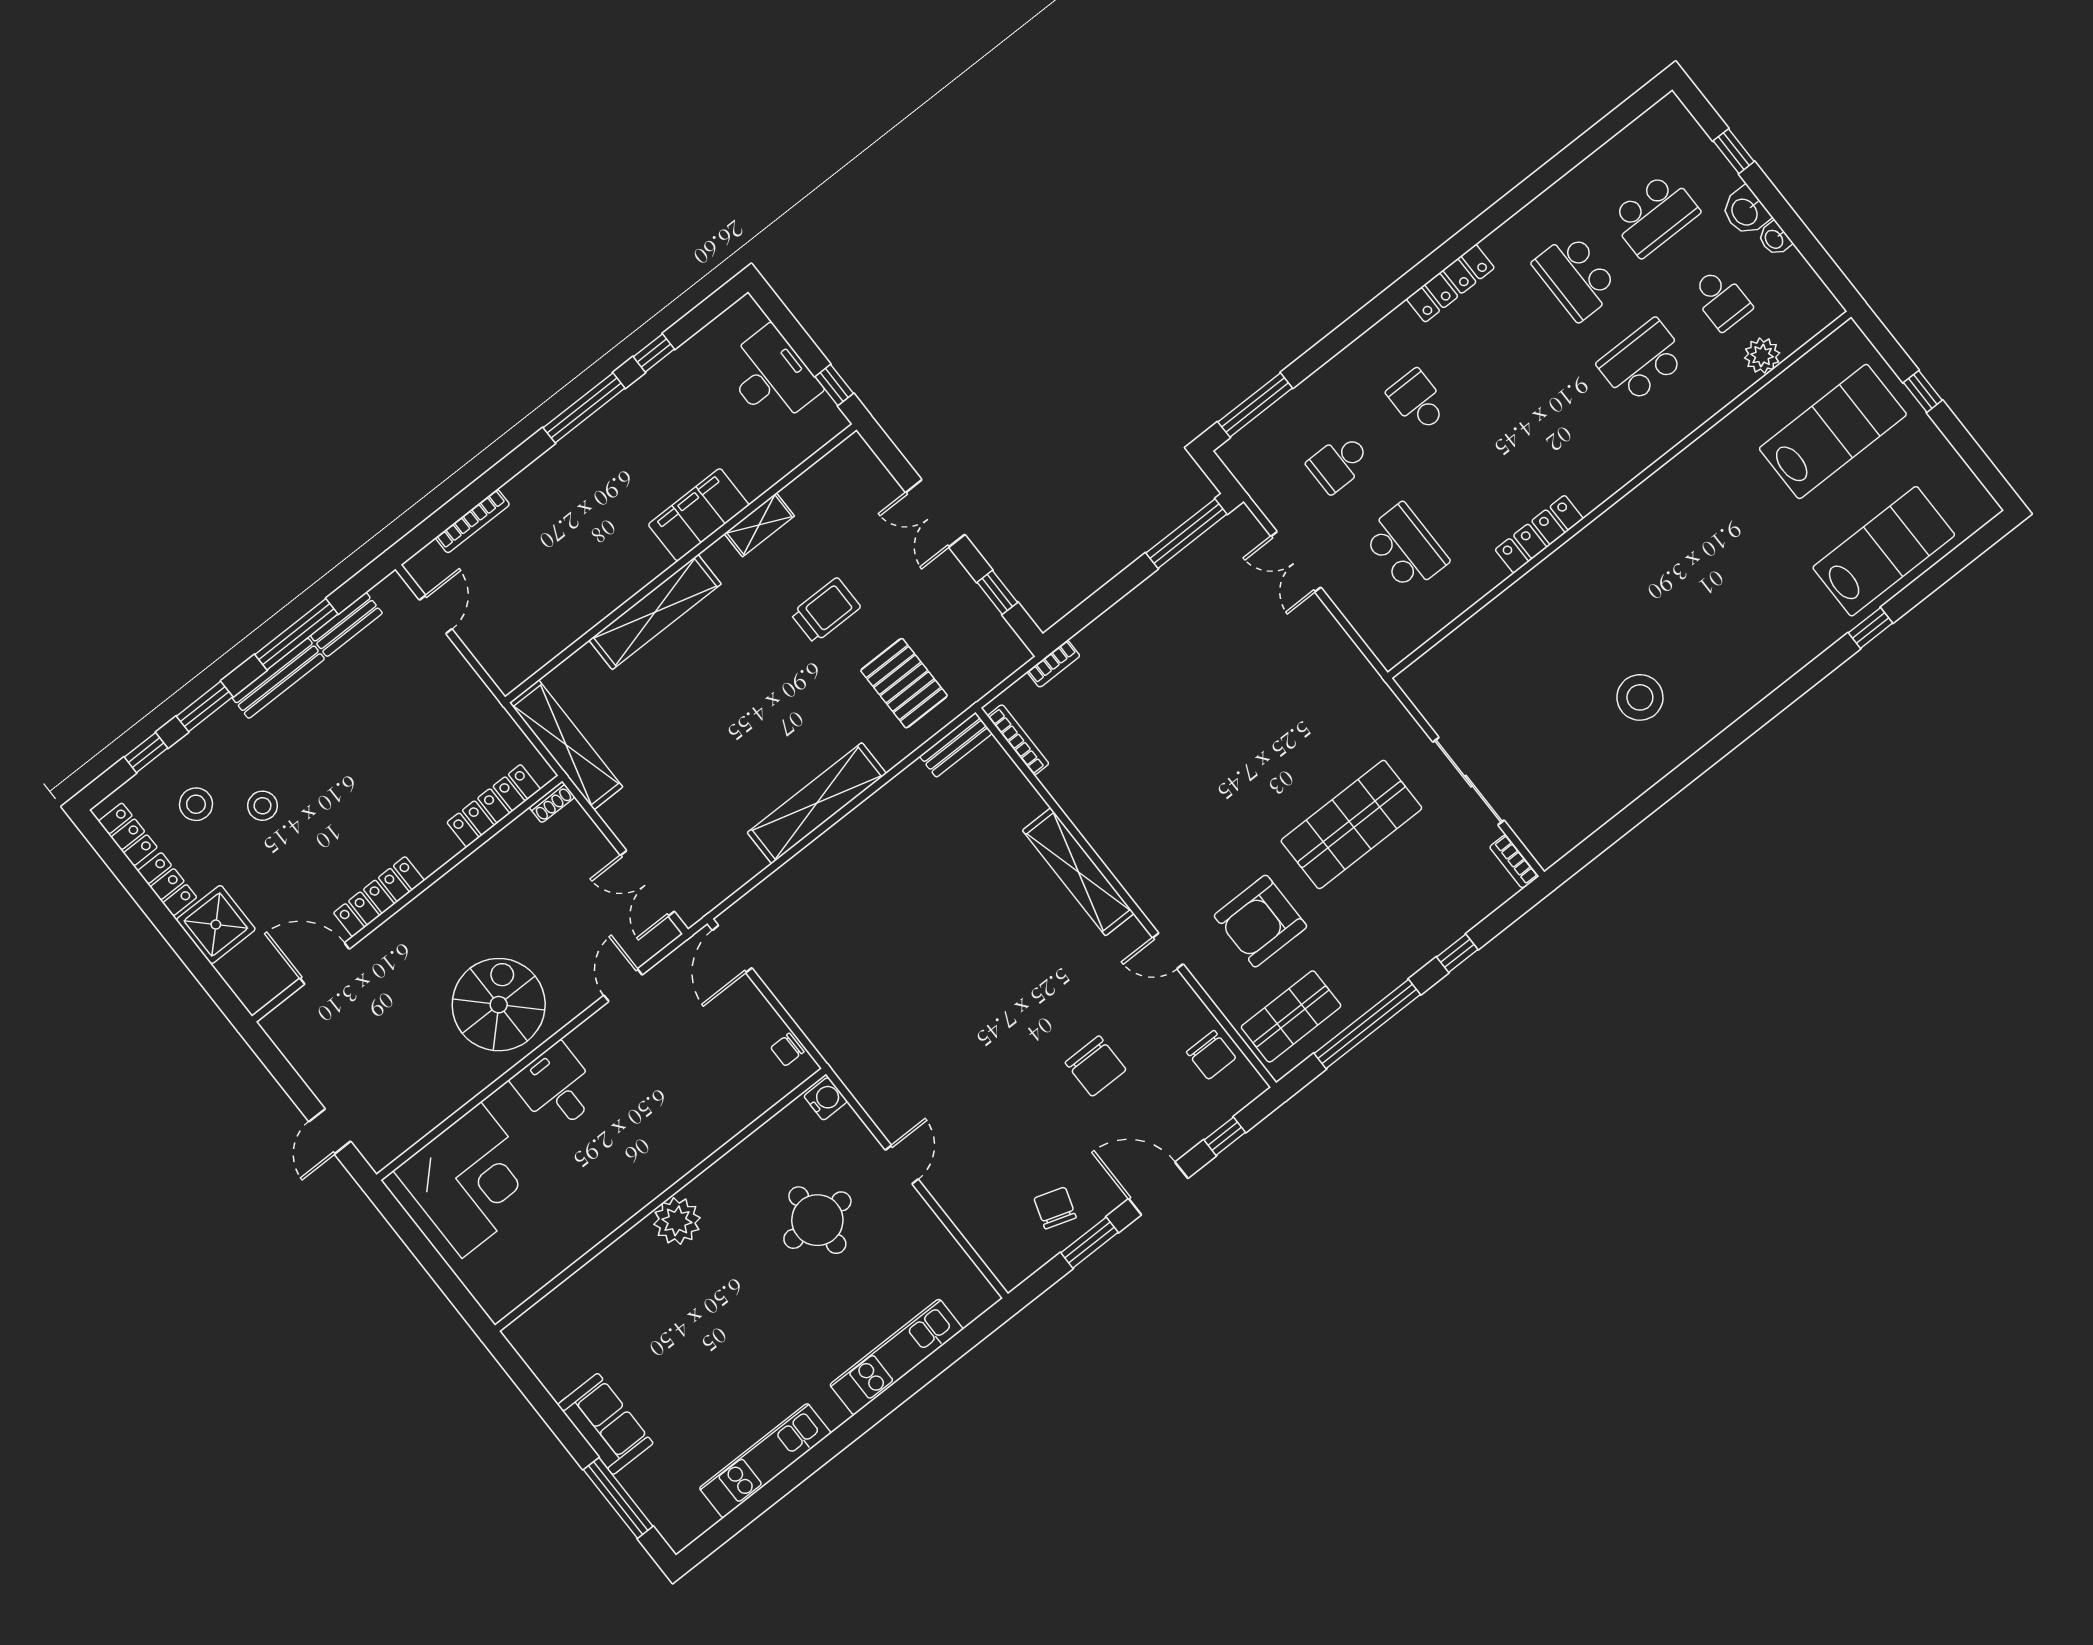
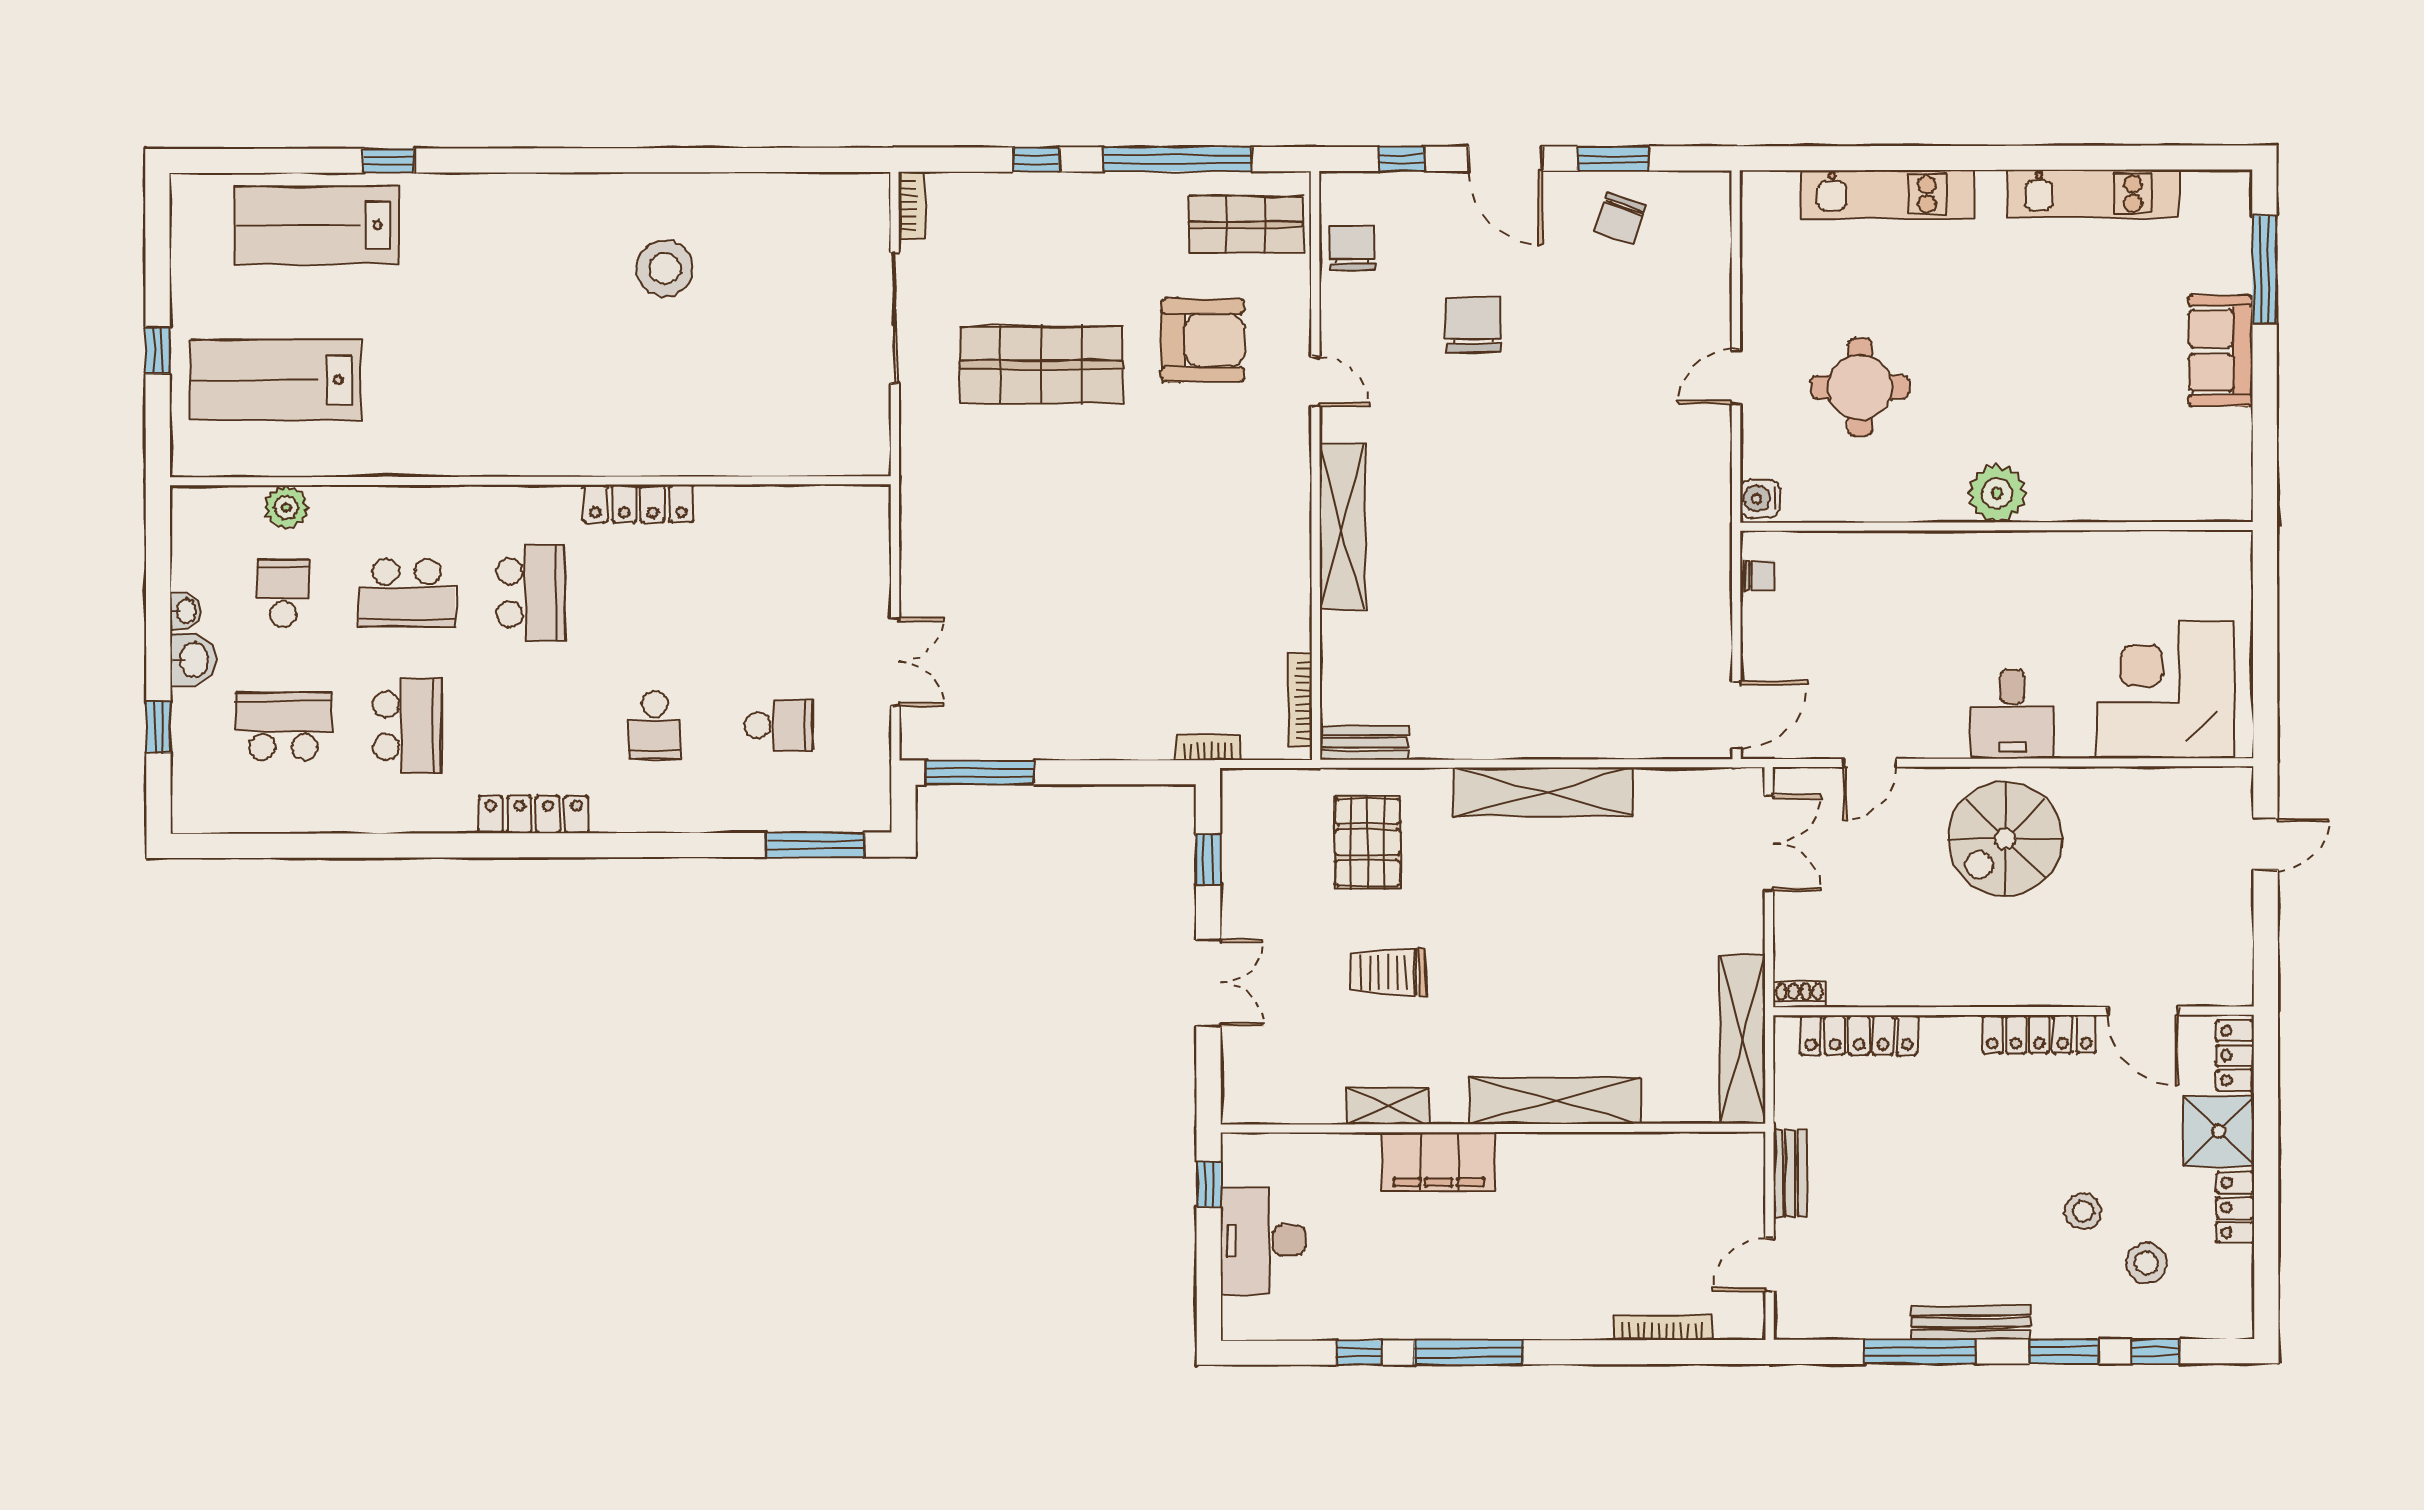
school desk: (1406, 548) -> (531, 593), moved, turned 180
bench: (346, 625) -> (1790, 1173), moved, turned 90
locker: (128, 834) -> (2235, 1055), moved

